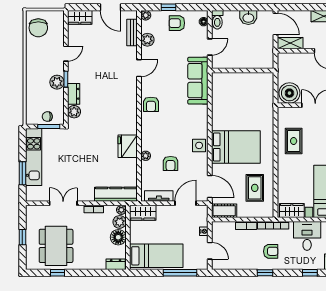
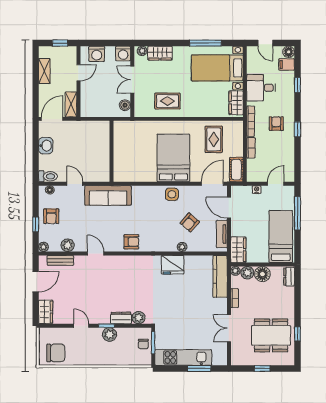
wall: (243, 71) -> (112, 151), moved
boiler: (289, 93) -> (125, 105), width x0.54, depth x0.54
armchair: (171, 164) -> (190, 222), turned 131
rug: (255, 188) -> (214, 139), turned 90

